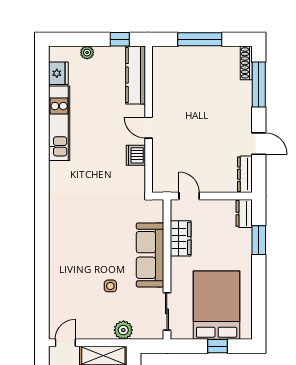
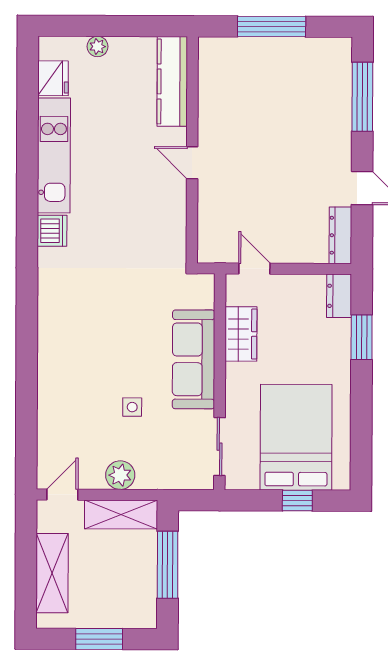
window: (120, 39) -> (148, 26), removed
shoe rack: (246, 63) -> (343, 63), removed
dishwasher: (136, 155) -> (52, 231), moved, turned 180
plant: (123, 330) -> (120, 475), moved

